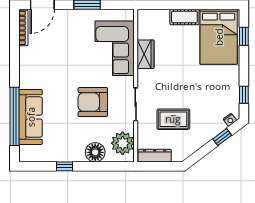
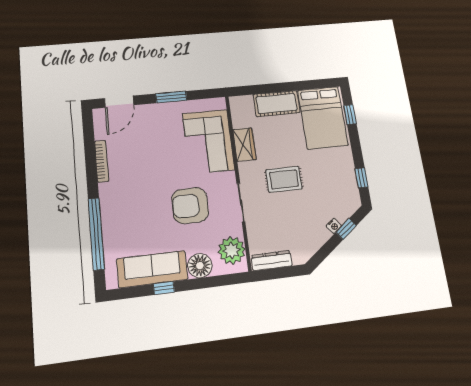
cot: (184, 17) -> (277, 104), width x1.37, depth x1.34
bookcase: (23, 28) -> (102, 161), moved
sofa: (31, 117) -> (152, 269), moved, turned -90
rug: (173, 119) -> (284, 179), moved
nightstand: (230, 120) -> (334, 226), moved

